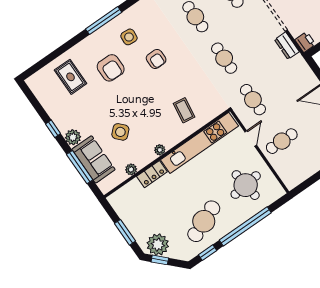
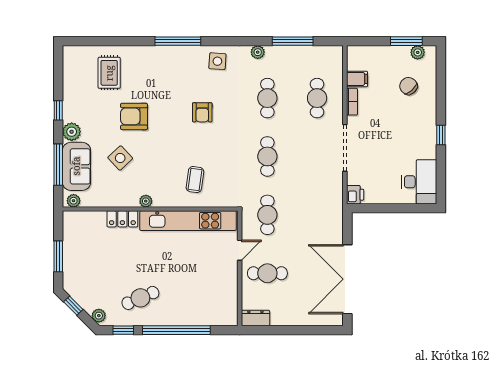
side table: (129, 37) -> (217, 61), moved
dresser: (287, 46) -> (255, 318), moved, turned 90
armchair: (111, 68) -> (134, 116), moved, turned 90
plant: (131, 169) -> (74, 201), moved
round table: (246, 185) -> (204, 291), removed
cafe table: (204, 221) -> (140, 298), width x0.73, depth x0.74
plant: (158, 245) -> (99, 316), moved, width x0.53, depth x0.53

